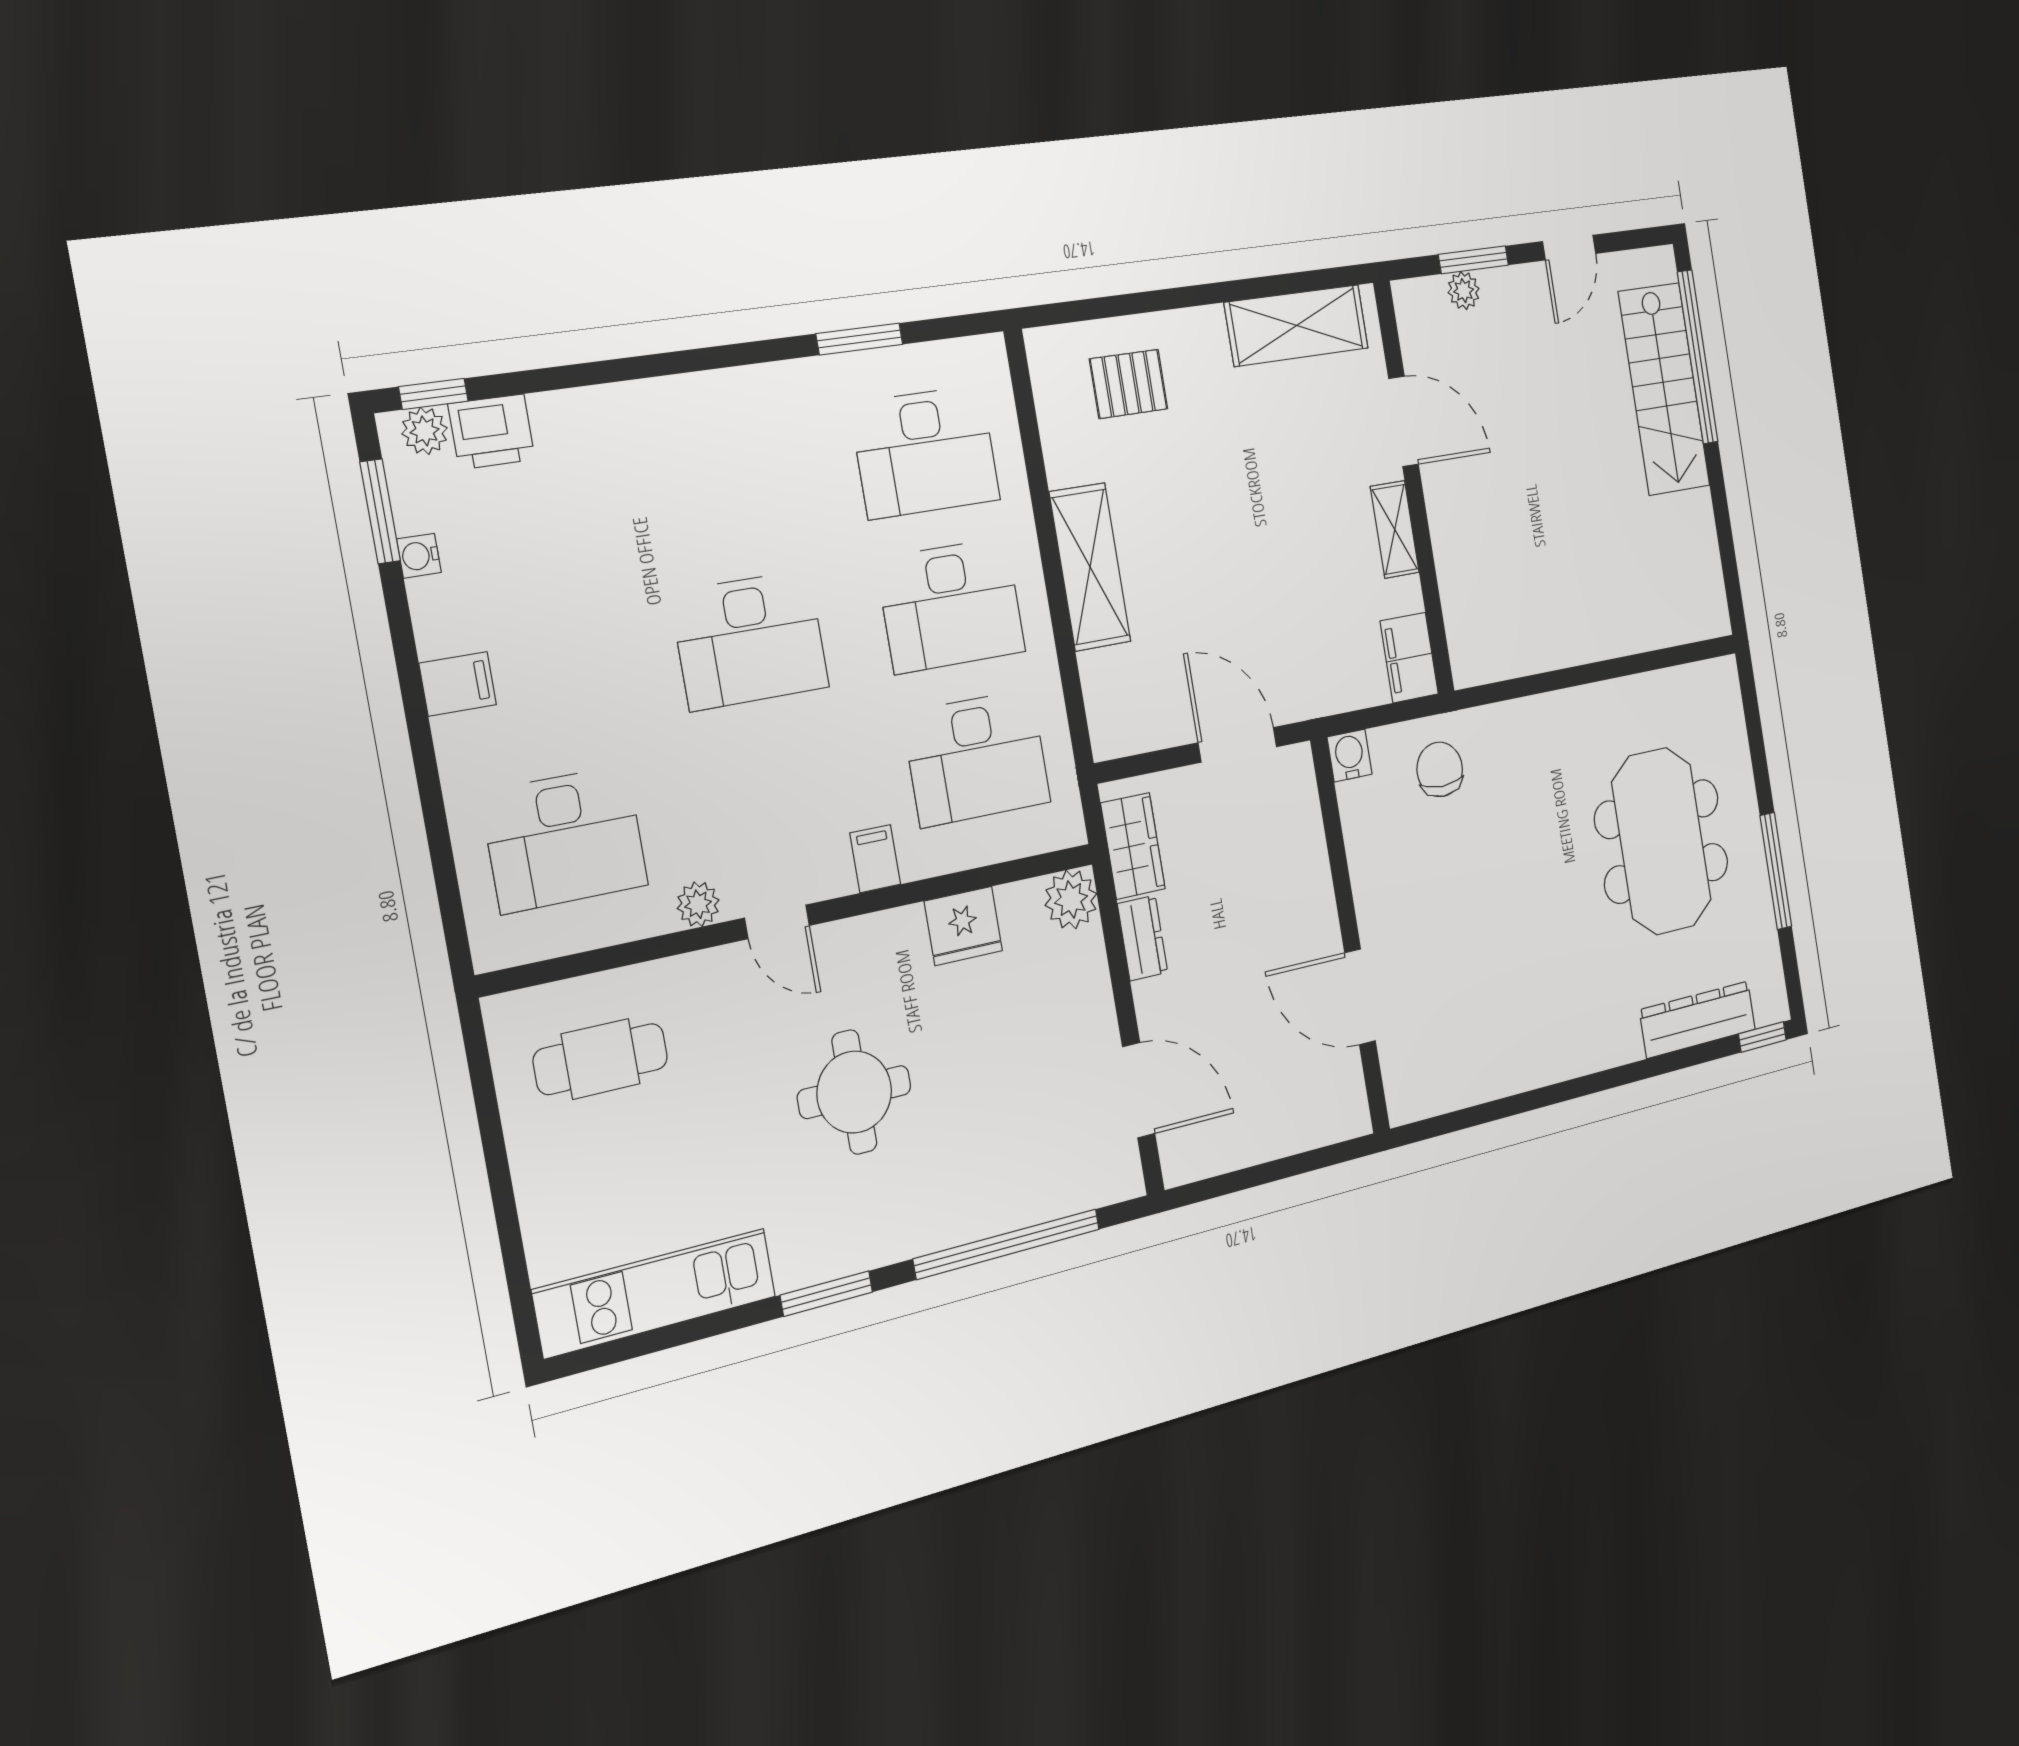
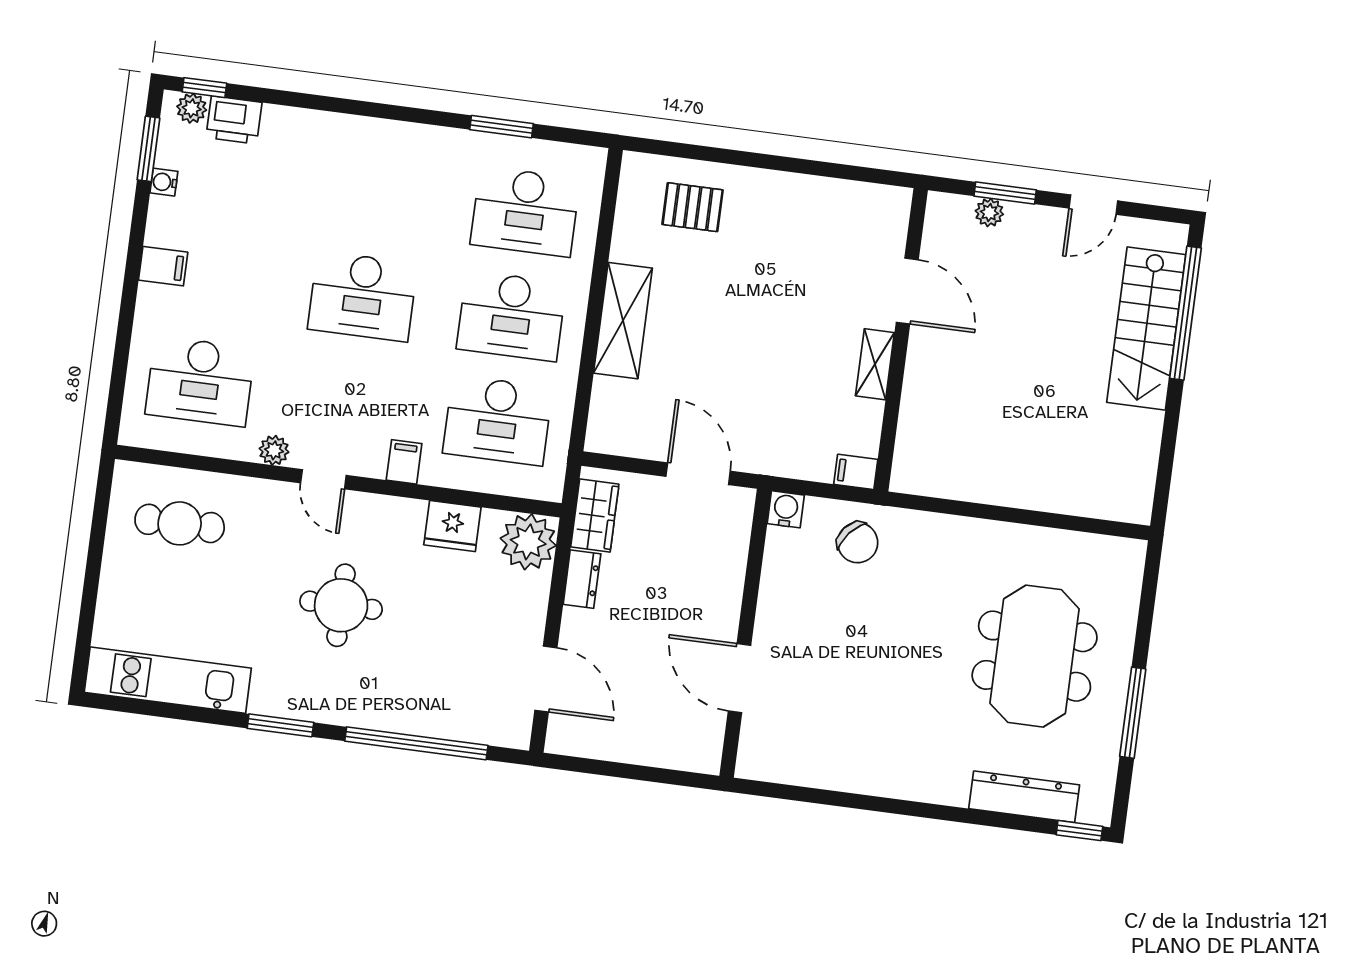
shelving: (1297, 325) -> (840, 202), removed
filing cabinet: (1409, 658) -> (856, 472), width x0.50
chair: (1440, 769) -> (858, 543), turned 130
plant: (1071, 899) -> (528, 542), width x1.36, depth x1.36

